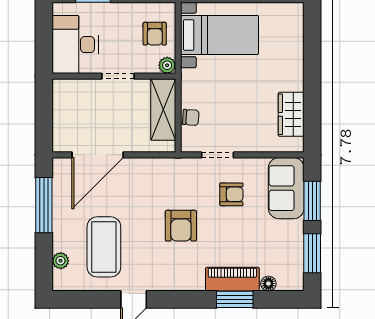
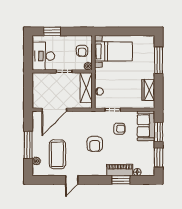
window: (312, 53) -> (159, 60), added
window: (44, 205) -> (28, 145), moved

